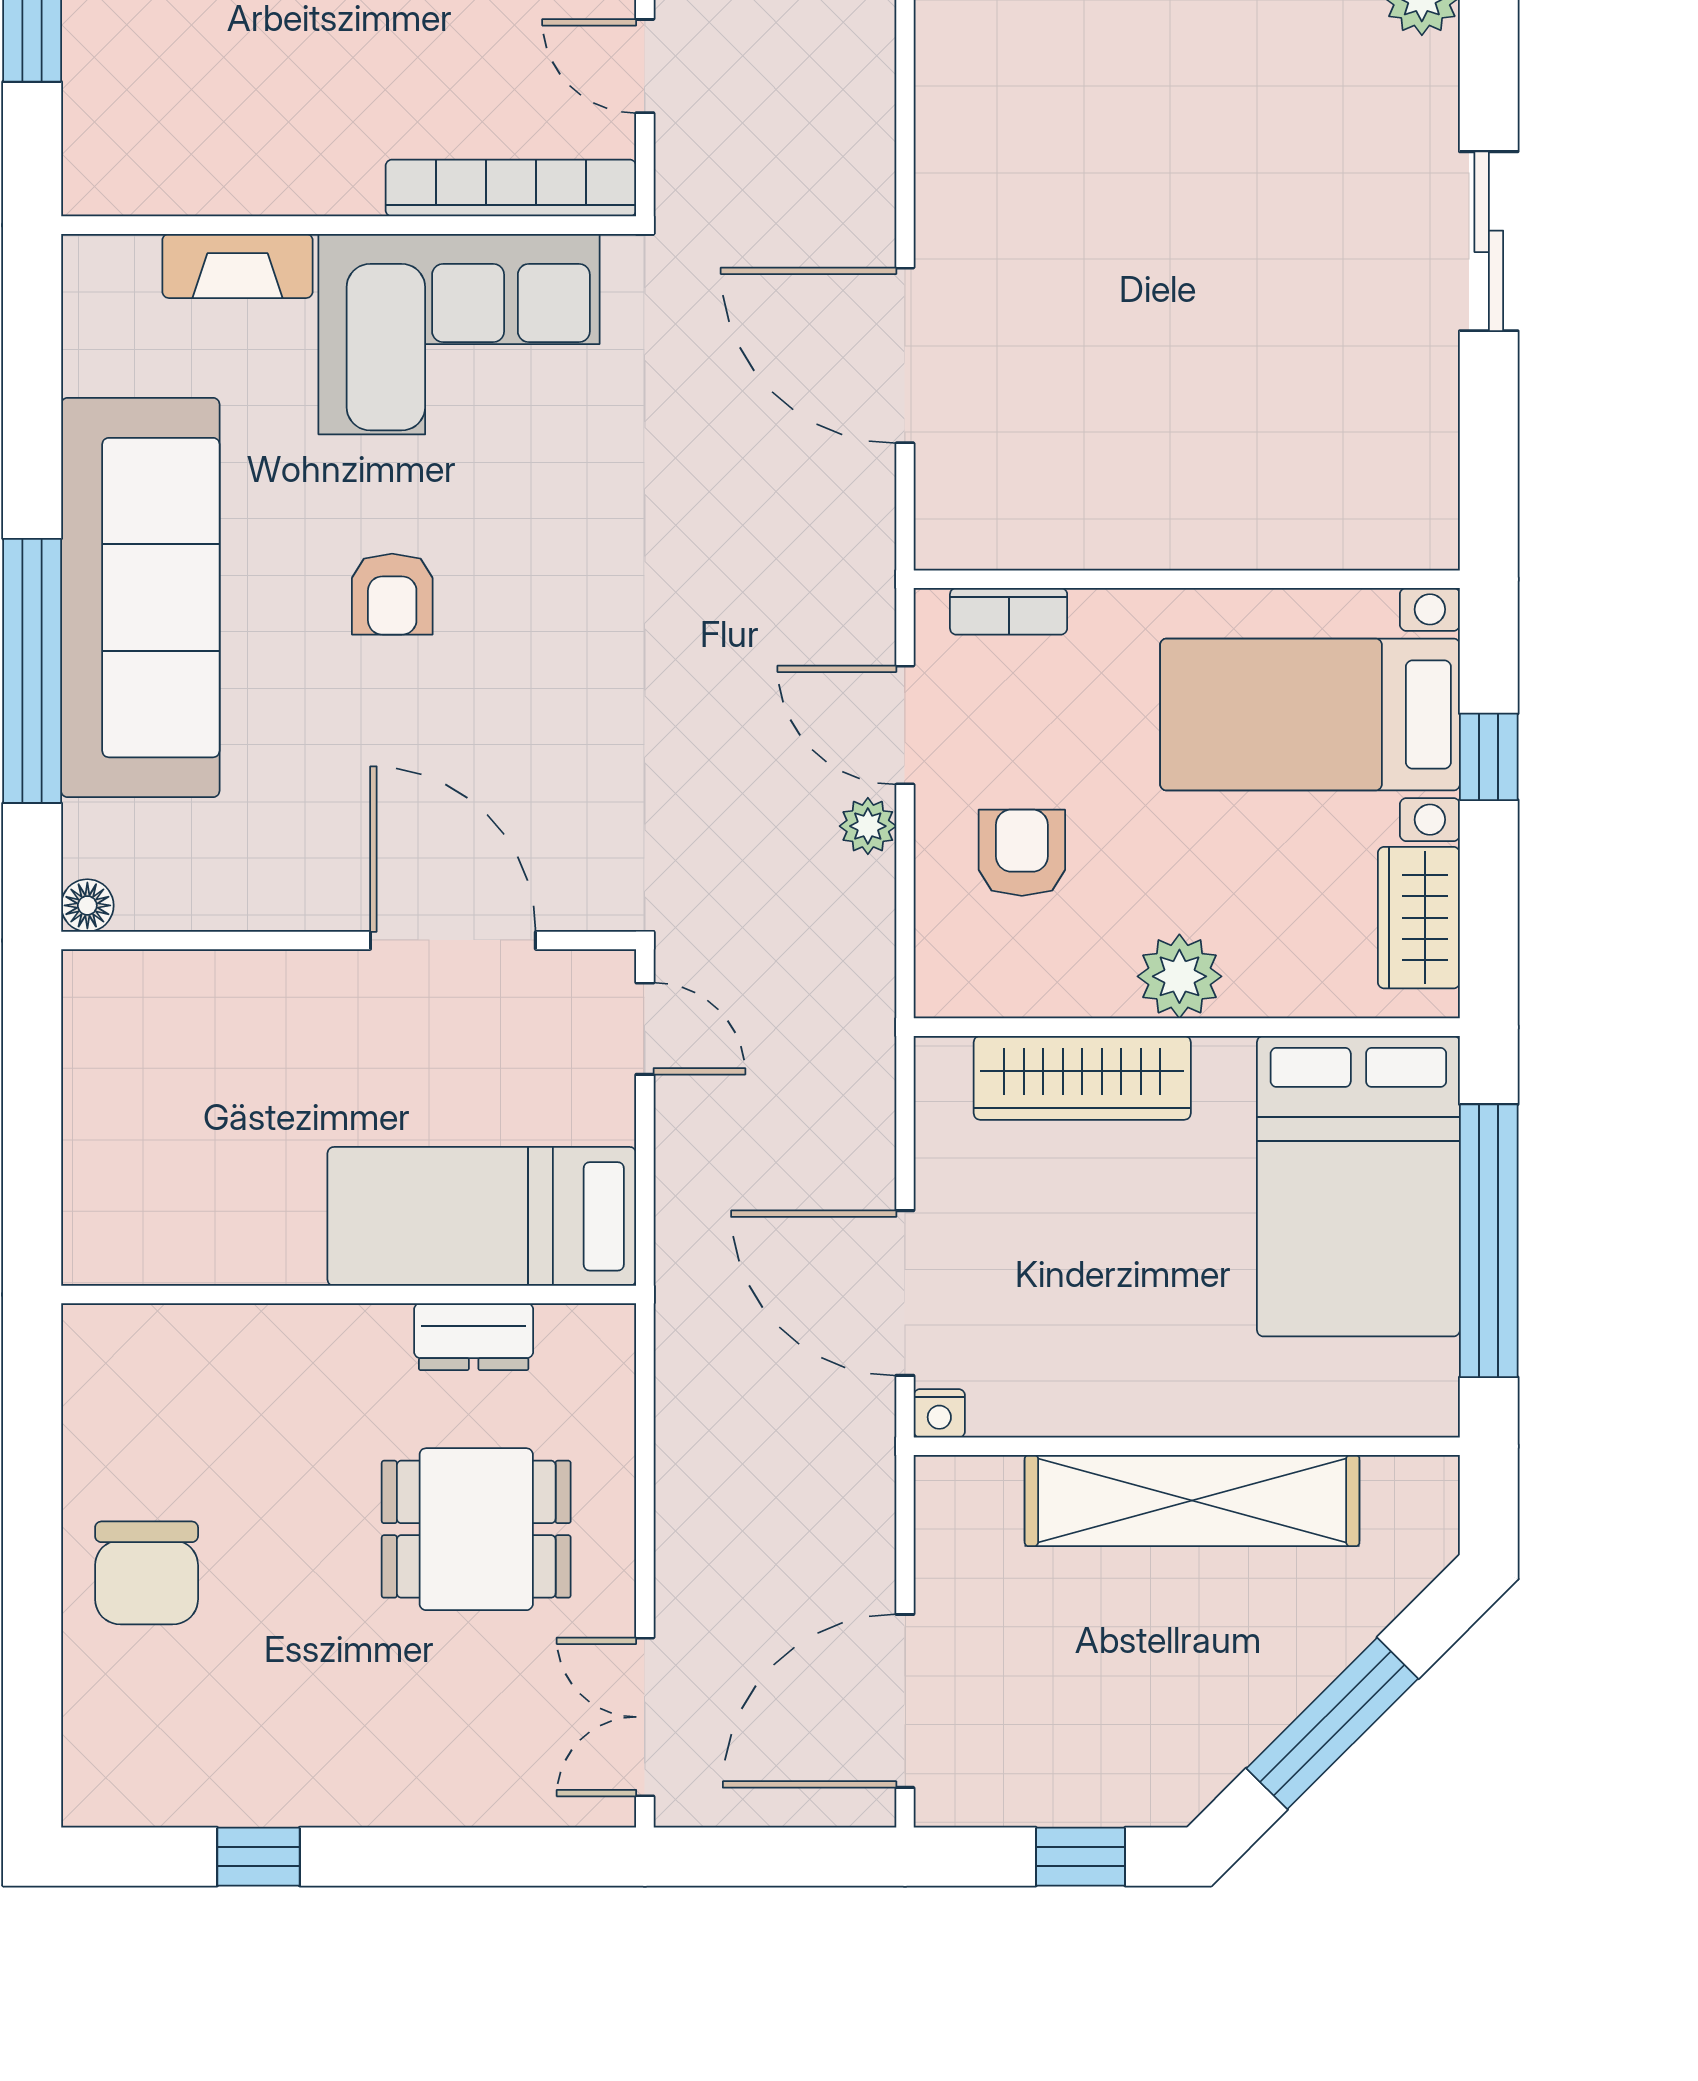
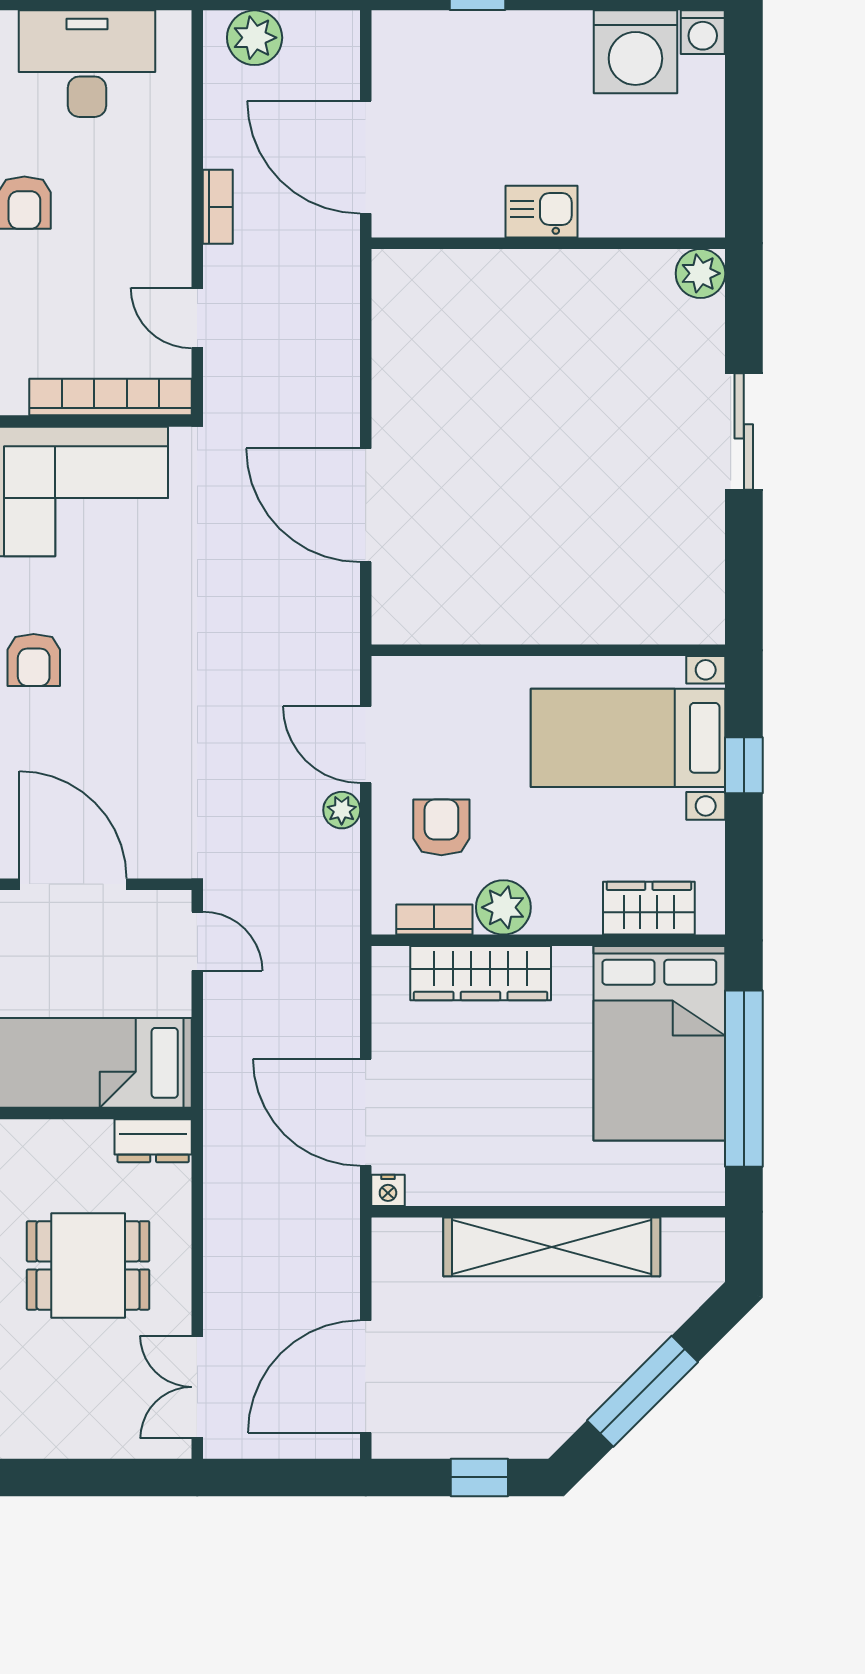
bookcase: (1009, 611) -> (434, 920), moved, turned 180
wardrobe: (1419, 918) -> (649, 908), moved, turned 90
plant: (1179, 976) -> (503, 907), moved
dresser: (474, 1337) -> (153, 1141), moved

